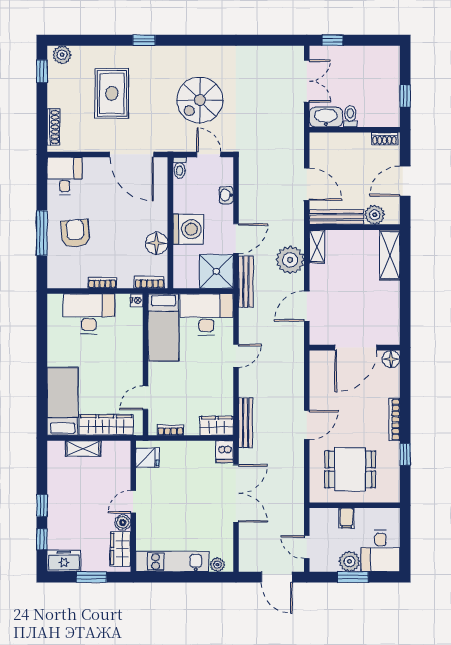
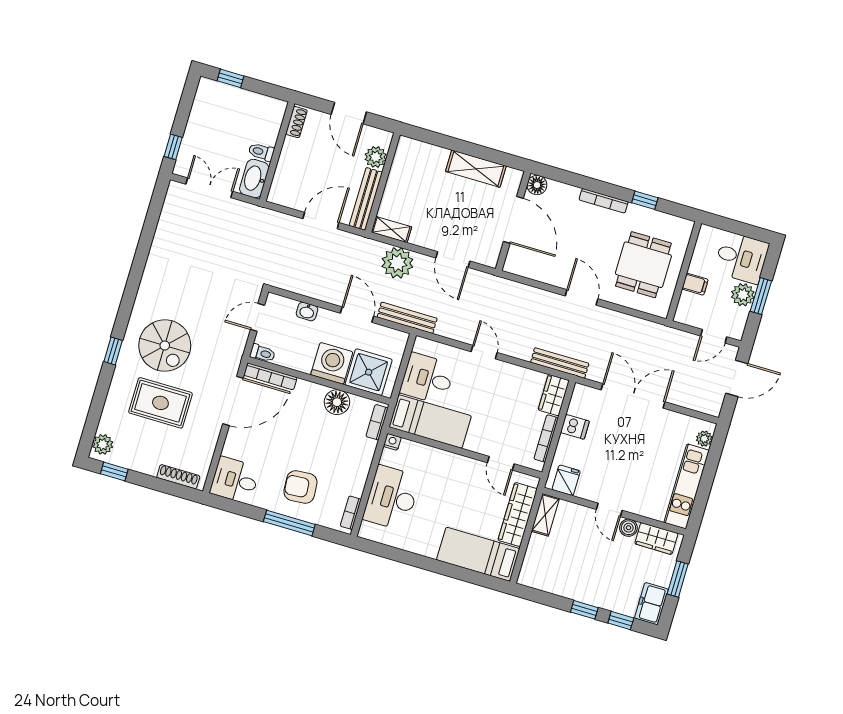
window: (405, 96) -> (231, 78), moved
spiral stairs: (200, 100) -> (165, 346), moved
bookcase: (162, 180) -> (270, 376), added
shelving: (390, 255) -> (476, 169), moved
shower: (216, 271) -> (369, 372), moved
bookcase: (102, 283) -> (351, 513), moved
desk: (206, 314) -> (427, 379), width x0.73
bookcase: (171, 430) -> (546, 438), width x1.56
shelving: (83, 449) -> (545, 515), moved
dishwasher: (225, 452) -> (575, 427), moved

